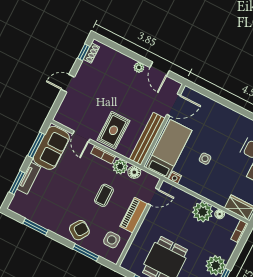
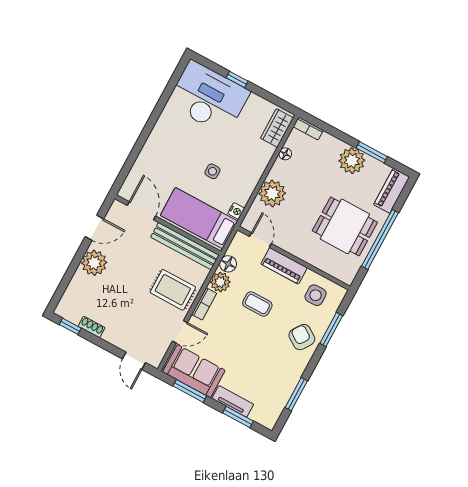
shoe rack: (91, 53) -> (92, 327), moved
plant: (139, 67) -> (94, 263), width x1.88, depth x1.88
door: (68, 83) -> (134, 361), moved
plant: (203, 212) -> (272, 194), moved

